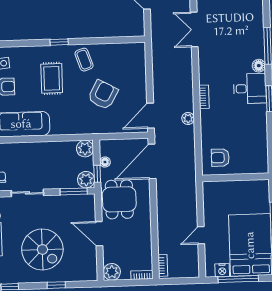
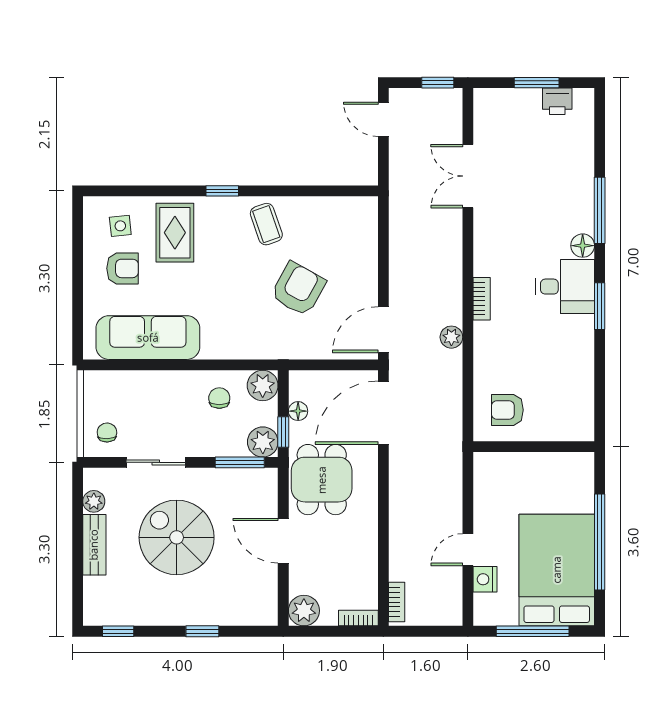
rug: (52, 78) -> (175, 233), moved
chair: (61, 156) -> (219, 398), added
spiral stairs: (42, 249) -> (177, 537), moved, turned 180
nightstand: (222, 270) -> (485, 579), moved, turned 90

